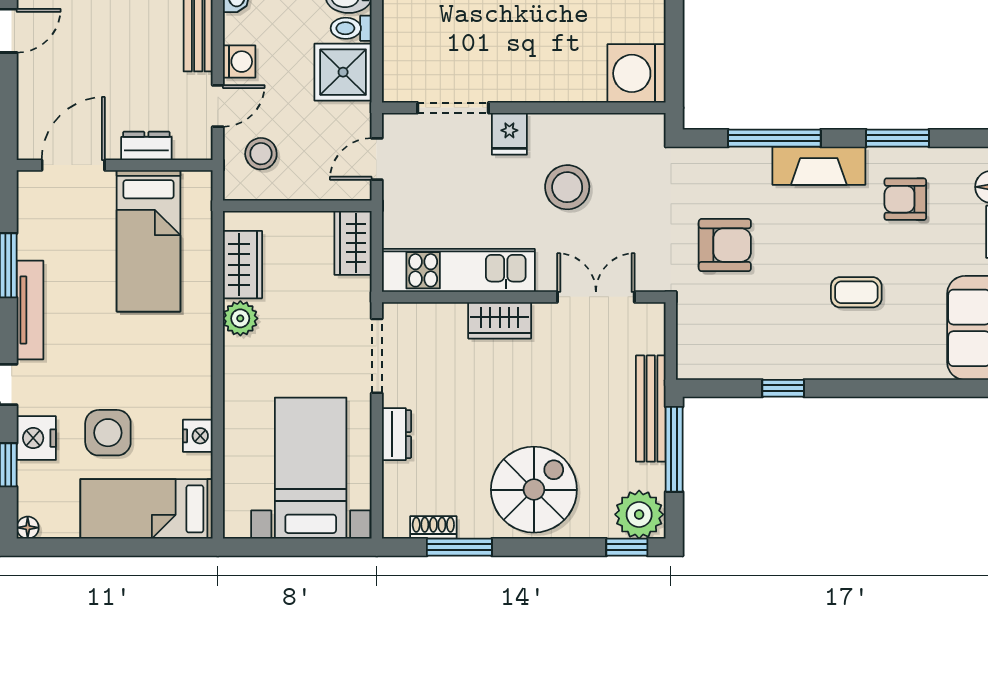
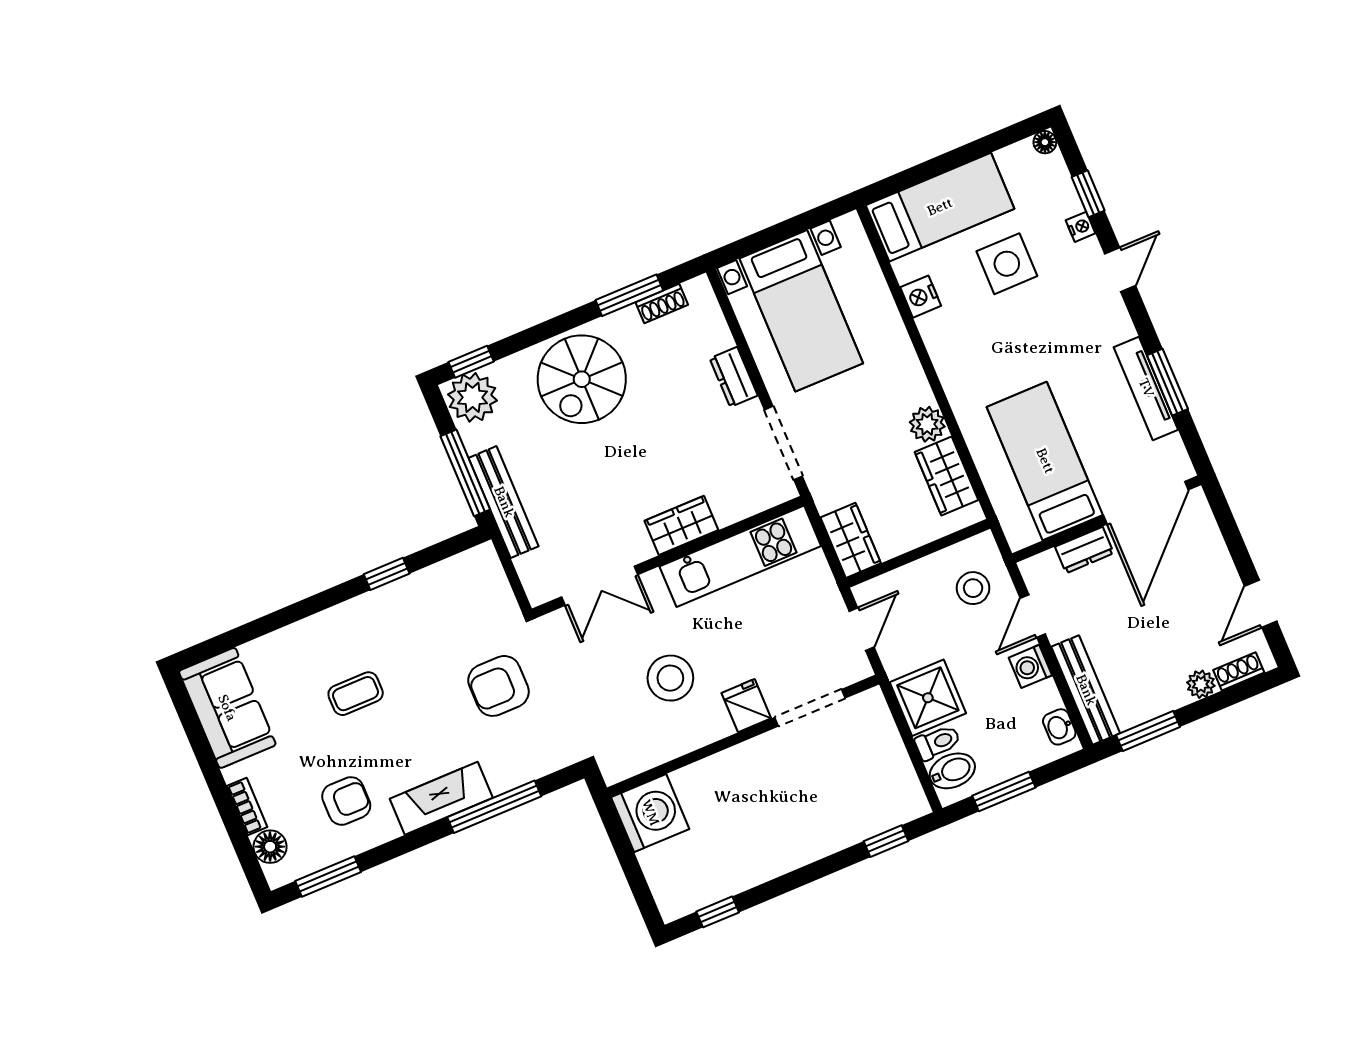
window: (898, 138) -> (328, 877), moved
door: (73, 165) -> (1146, 503), width x1.36
tv unit: (30, 310) -> (1146, 388), moved
nightstand: (36, 438) -> (1081, 227), width x0.53, depth x0.56

